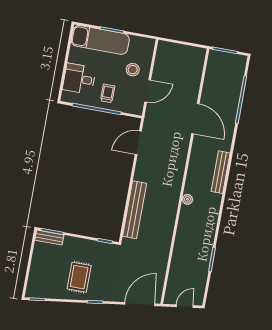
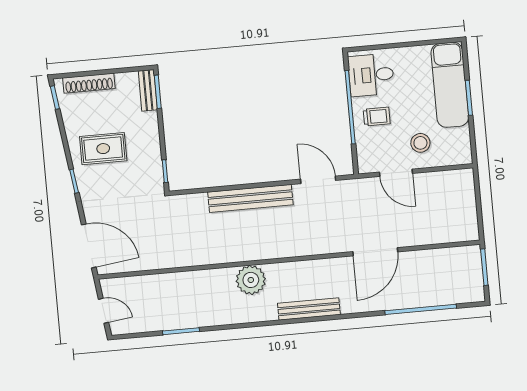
desk: (79, 79) -> (371, 75), moved, turned -90
plant: (188, 199) -> (251, 280), width x1.88, depth x1.88
bench: (135, 210) -> (250, 198), moved
shoe rack: (34, 275) -> (89, 83), added

